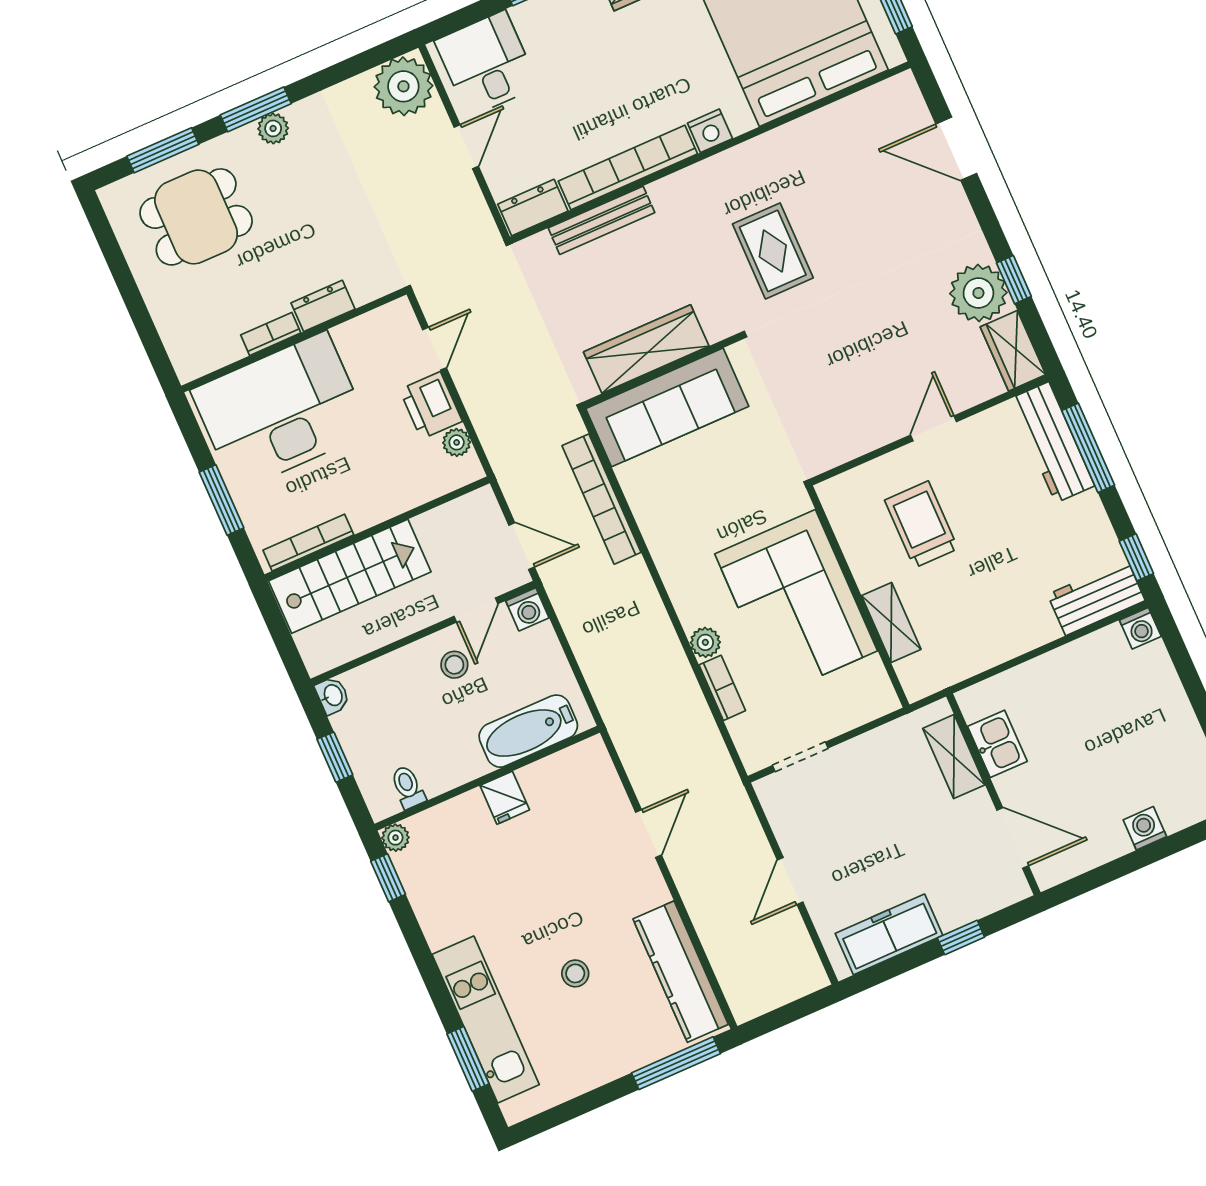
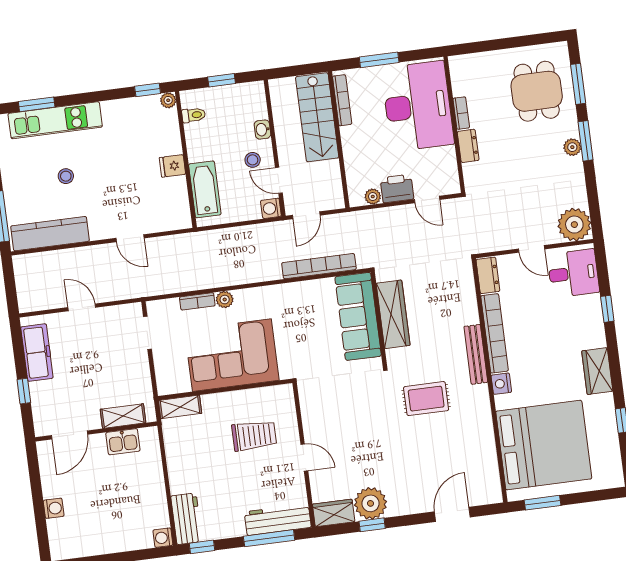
bench: (601, 220) -> (476, 354), moved
shelving: (891, 622) -> (180, 407), moved
washbasin: (332, 695) -> (262, 130), moved, turned 90

